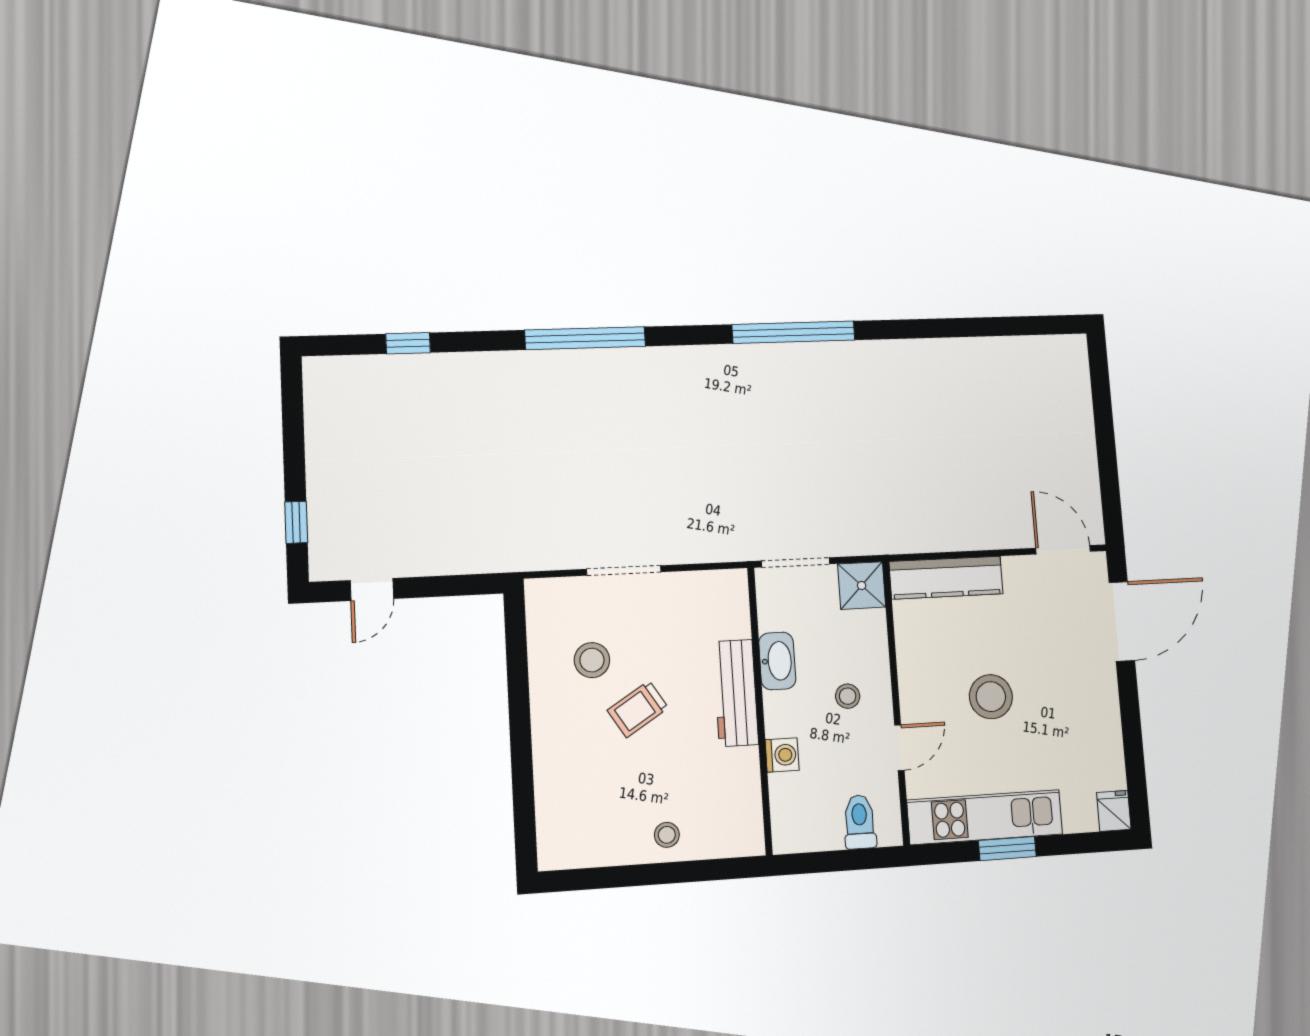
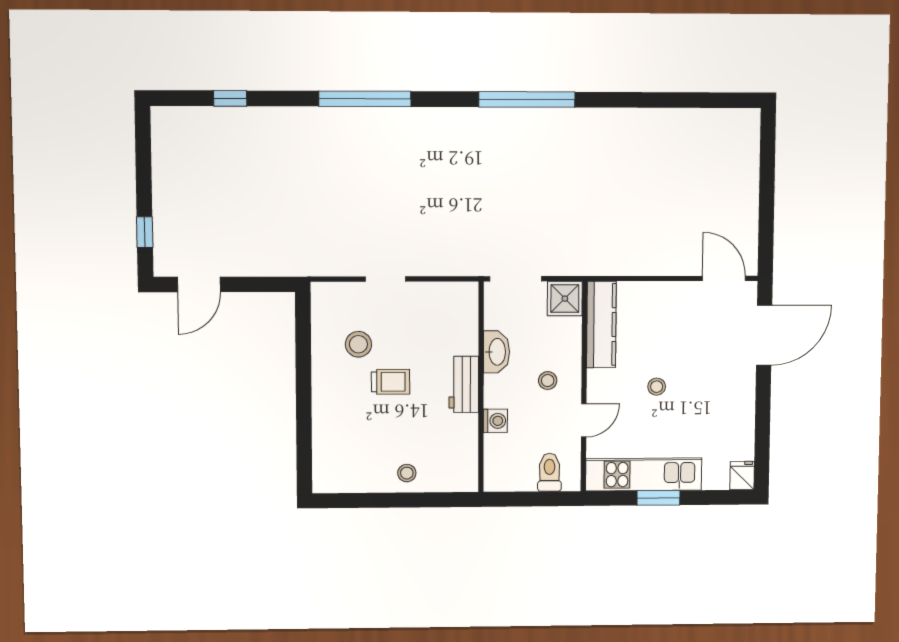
doorway: (624, 571) -> (385, 279), width x0.73
kitchen counter: (946, 578) -> (601, 325), moved, turned -90
door: (372, 589) -> (199, 284), width x1.38
workbench: (736, 693) -> (464, 384), width x0.73
stool: (991, 697) -> (657, 387), width x0.53, depth x0.53
trolley: (638, 709) -> (391, 382), turned -148

